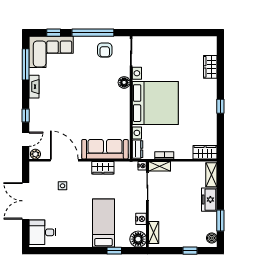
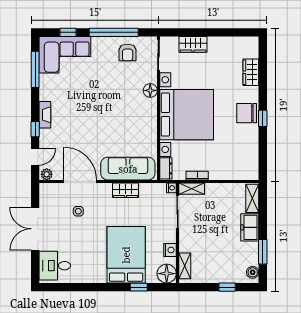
fireplace: (34, 87) -> (45, 115), moved
chair: (206, 102) -> (247, 113), added
wardrobe: (205, 152) -> (193, 44), moved, turned 180
bed: (103, 223) -> (126, 255), width x1.50

